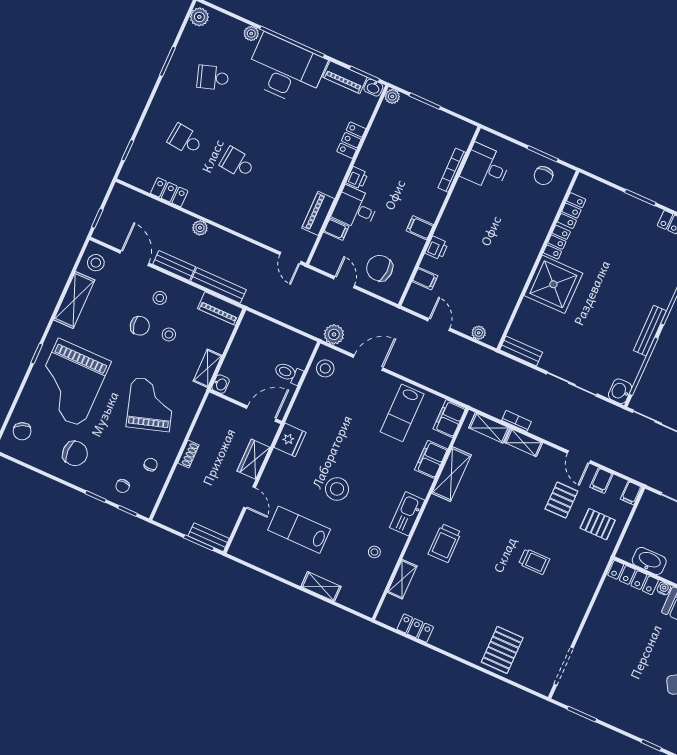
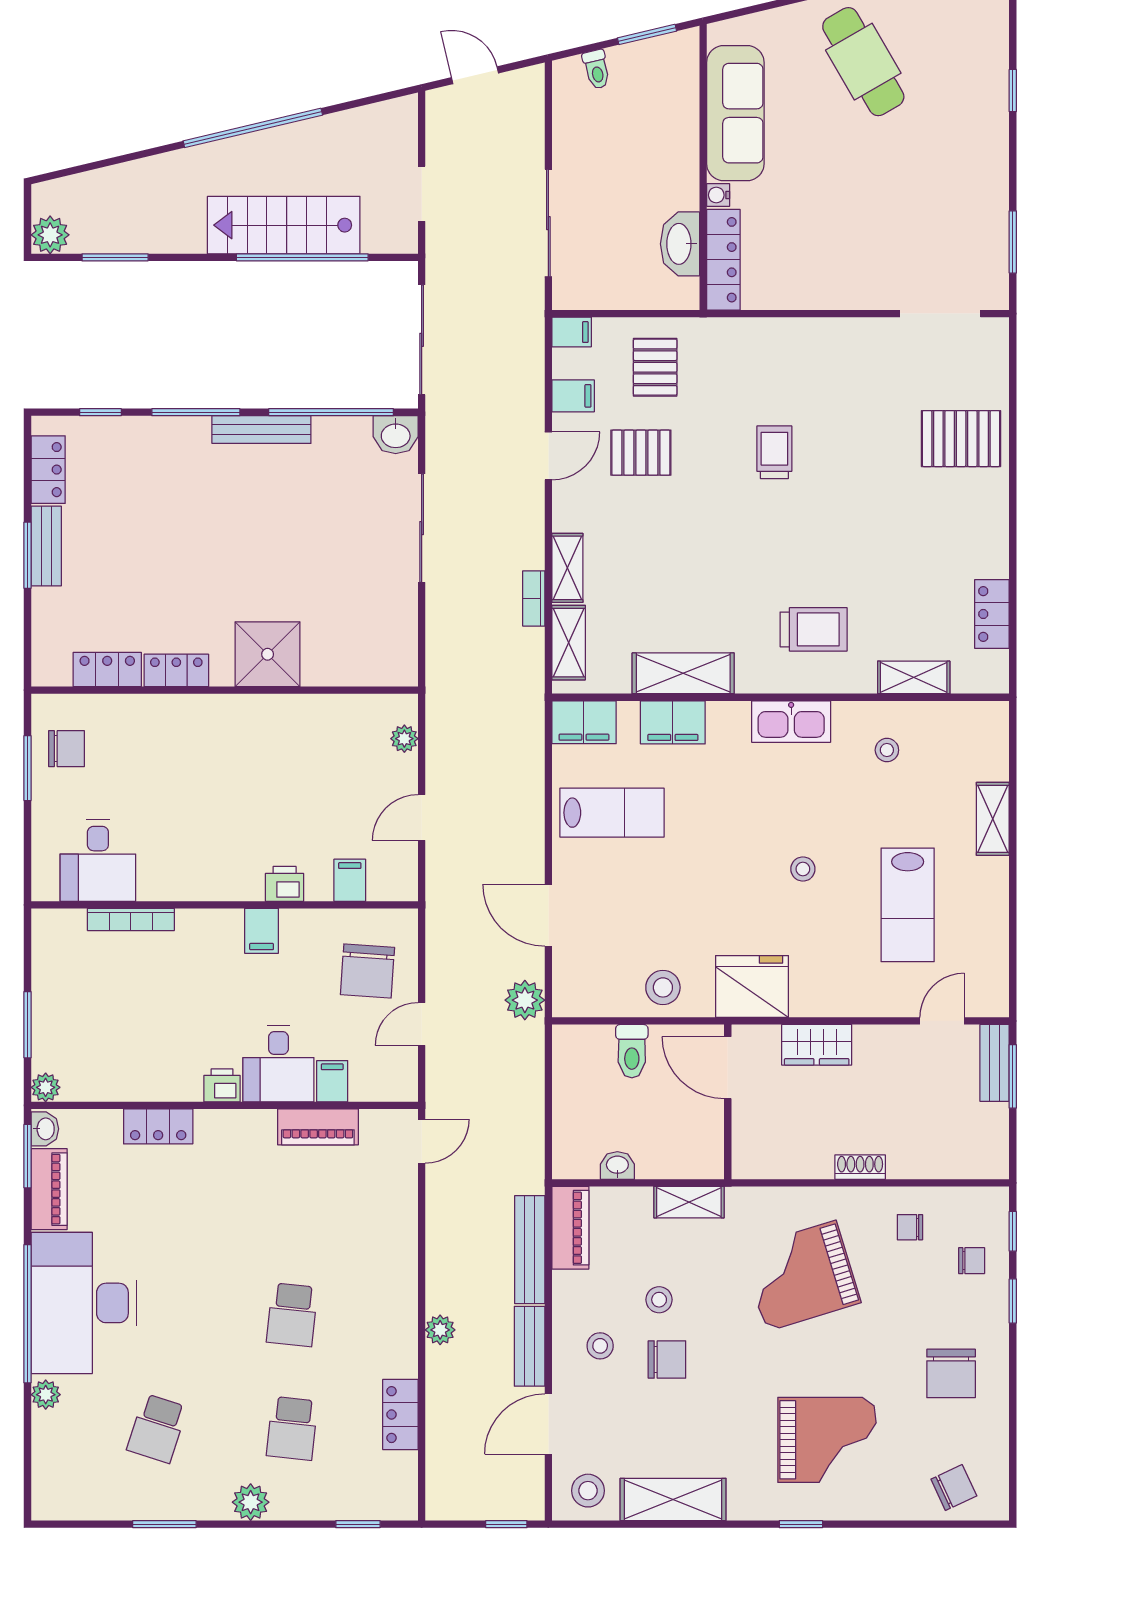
plant: (199, 17) -> (251, 1502), moved
school desk: (213, 78) -> (157, 1428), turned 36
shower: (553, 284) -> (268, 654), width x0.73, depth x0.73
chair: (140, 326) -> (667, 1360), turned 100
bench: (521, 351) -> (46, 546), moved
stool: (325, 368) -> (663, 987), moved
grand piano: (70, 383) -> (827, 1440), width x0.73, depth x0.68
washbasin: (221, 384) -> (617, 1166), moved
fridge: (290, 440) -> (752, 987), width x1.36, depth x1.34
chair: (75, 453) -> (951, 1373), turned 180
stool: (337, 489) -> (803, 869), width x0.53, depth x0.53
door: (249, 497) -> (942, 1021), moved

